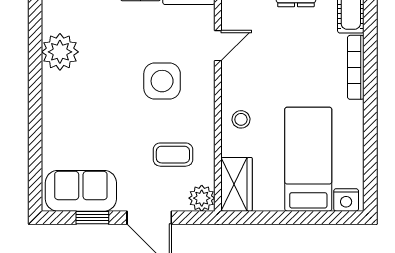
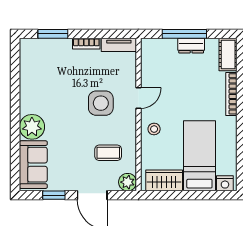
door: (218, 46) -> (138, 98), moved
plant: (60, 52) -> (32, 127), moved
wardrobe: (237, 184) -> (164, 180), moved, turned -90
sofa: (81, 191) -> (33, 165), moved, turned 90

